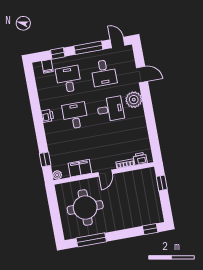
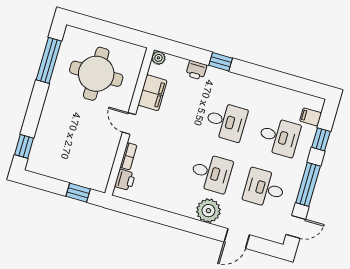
desk: (110, 109) -> (211, 173), turned -90
printer: (47, 116) -> (196, 70), moved
window: (45, 159) -> (221, 62), moved

